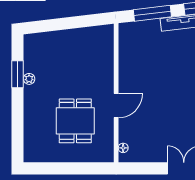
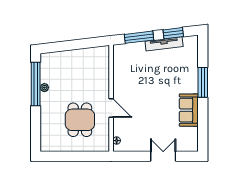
window: (18, 74) -> (36, 84), width x2.11
door: (116, 106) -> (111, 108), hinge flipped

